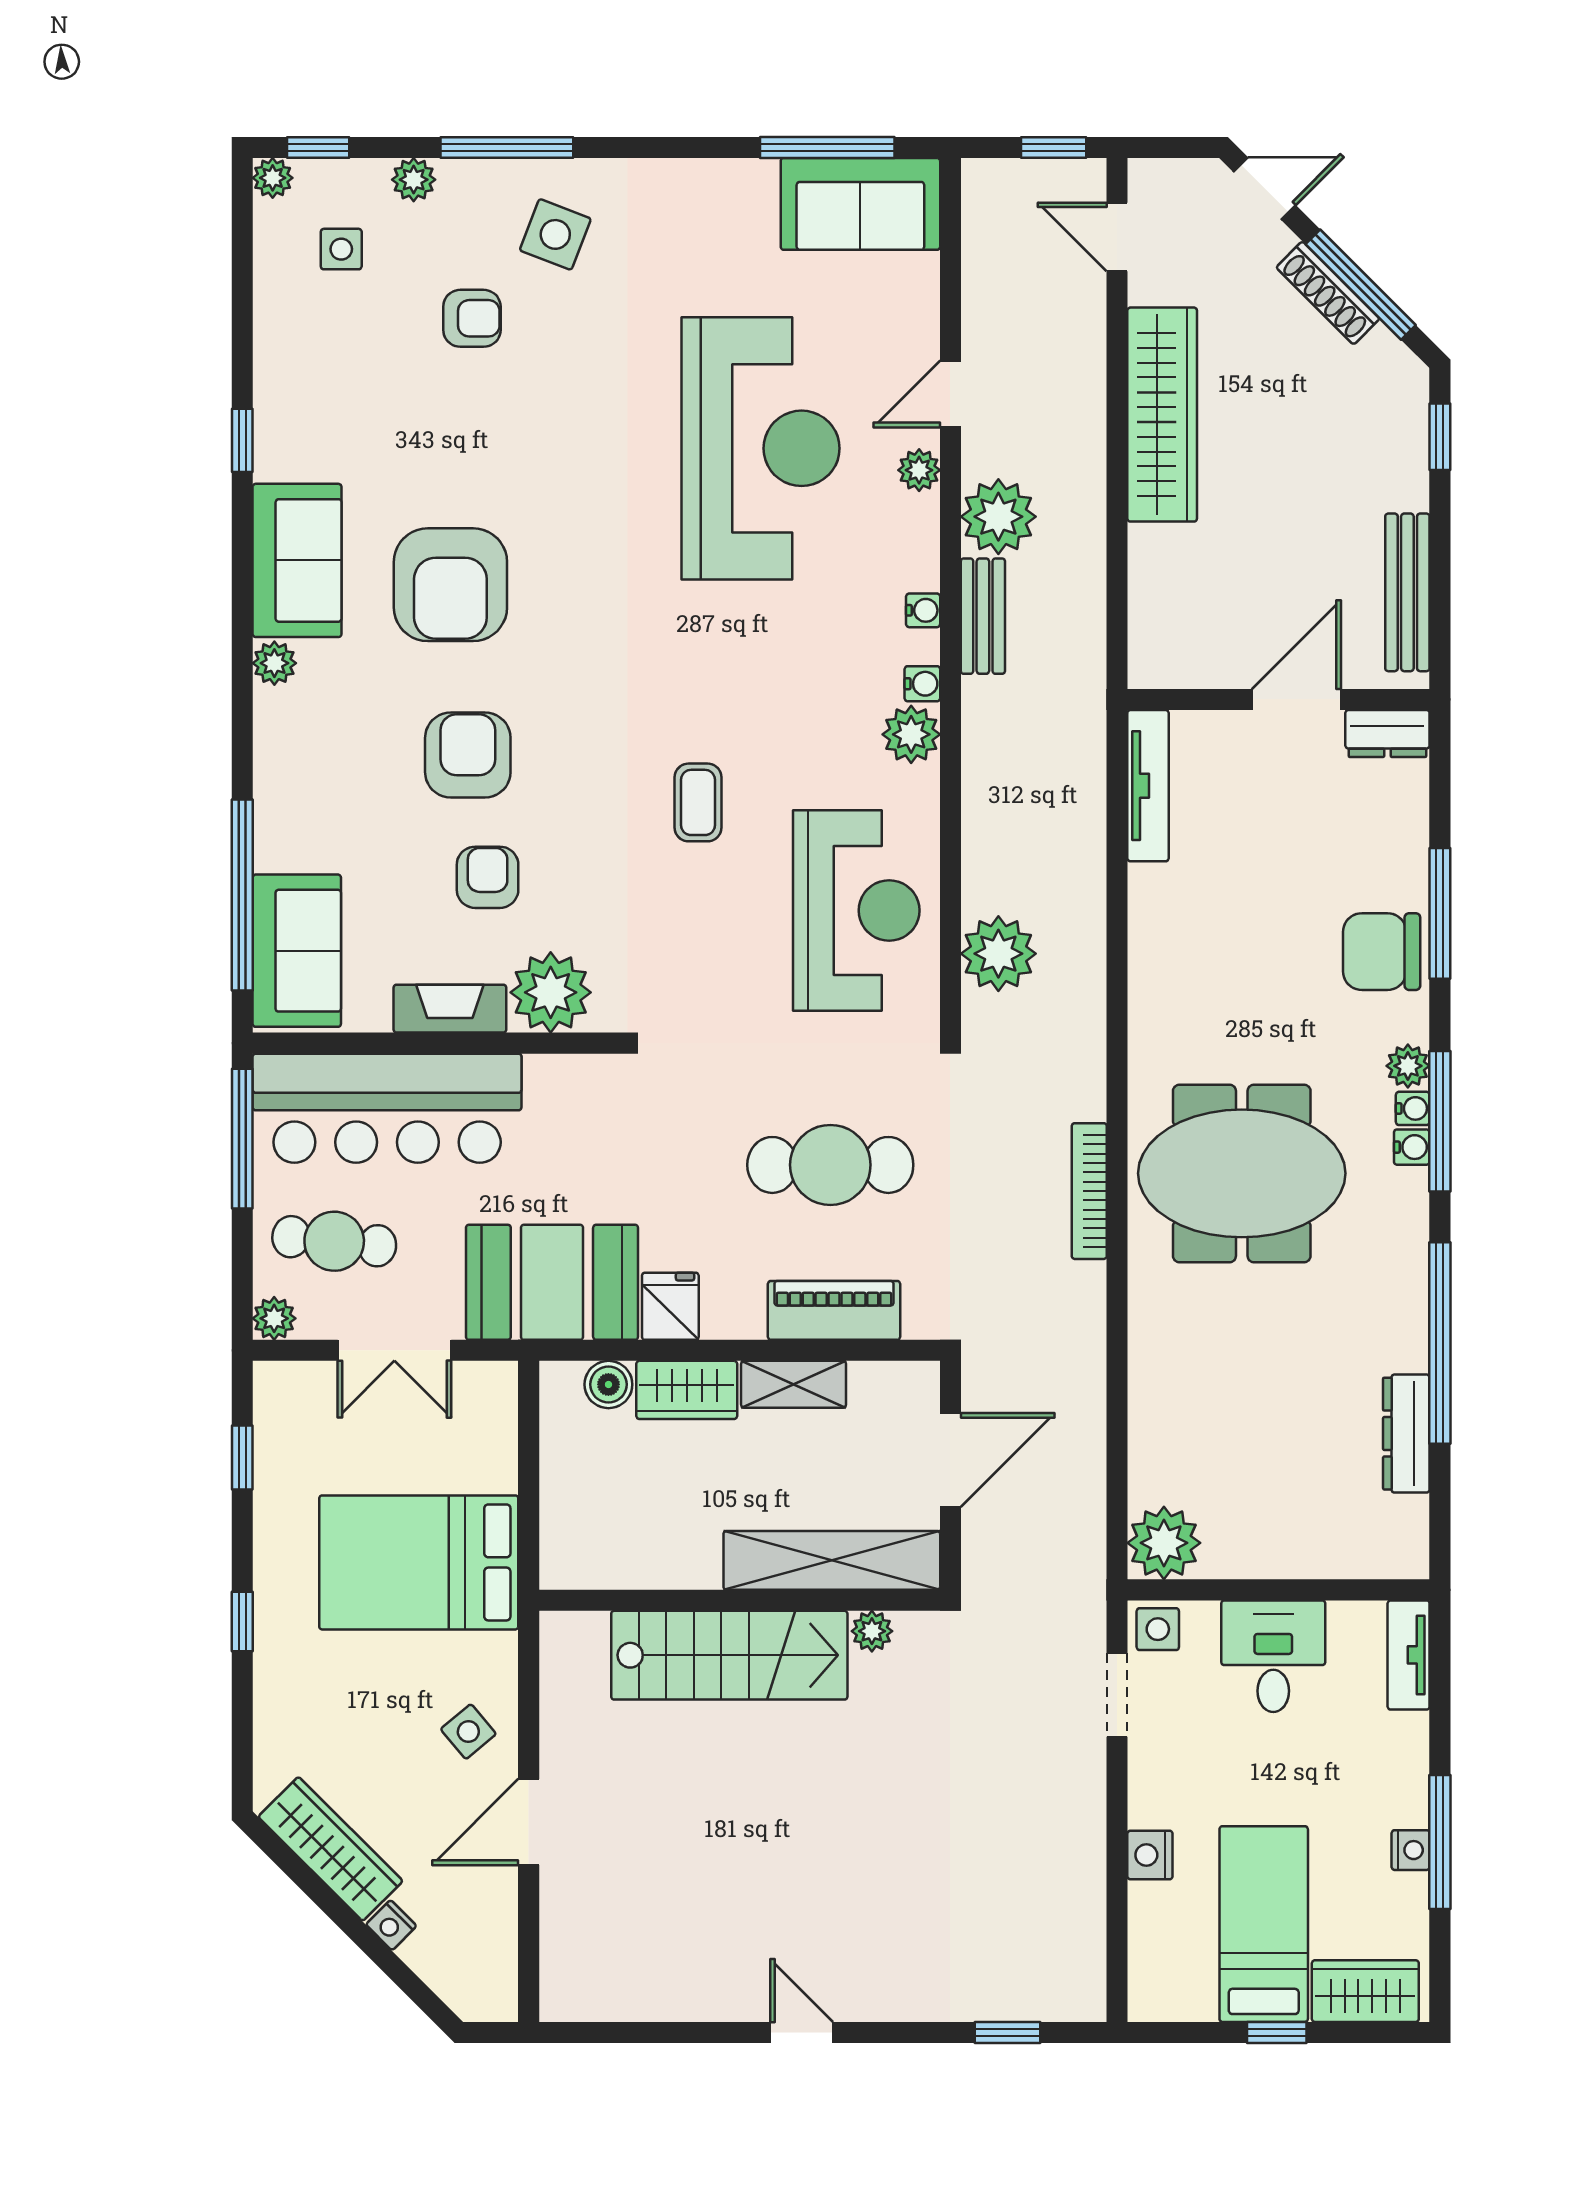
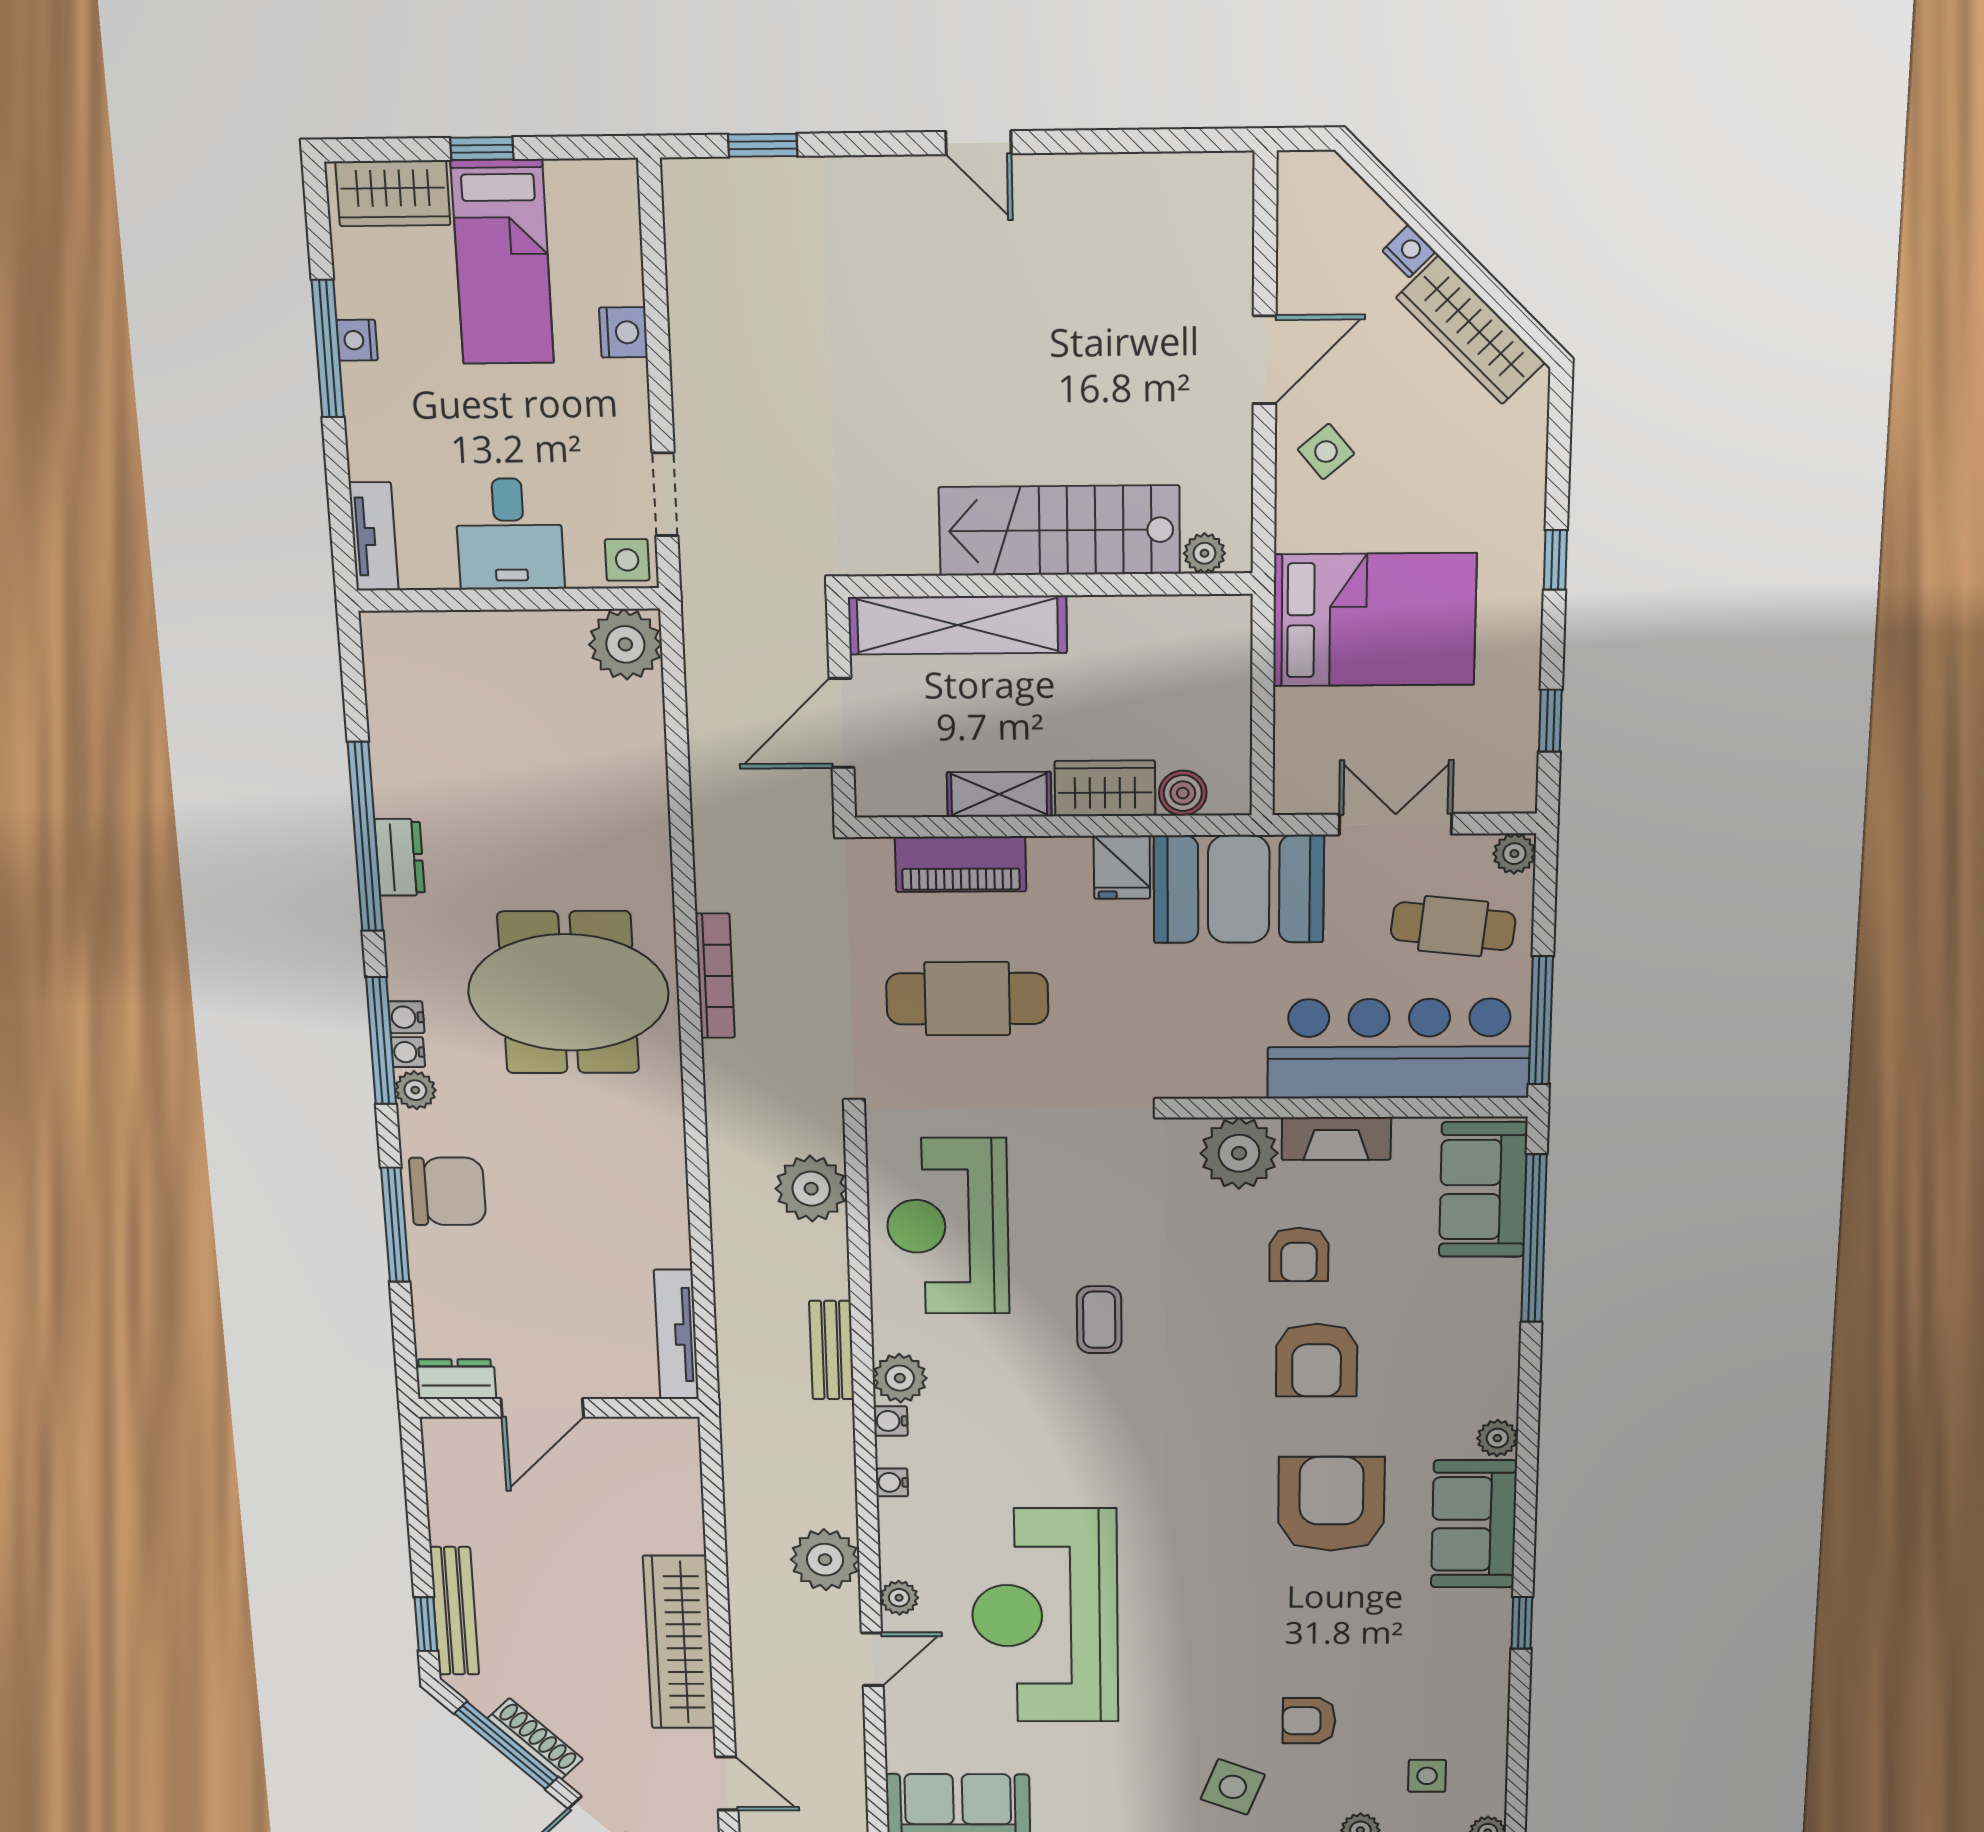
bench: (1407, 592) -> (454, 1611), moved
bench: (983, 616) -> (832, 1350), moved
dresser: (1406, 1434) -> (400, 857), moved, width x0.70
plant: (872, 1631) -> (1204, 553), moved

